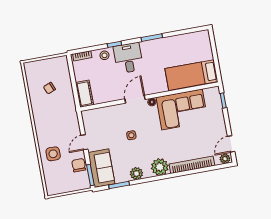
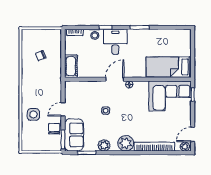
corner sofa: (182, 109) -> (170, 96), moved

